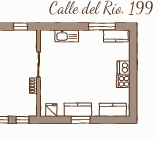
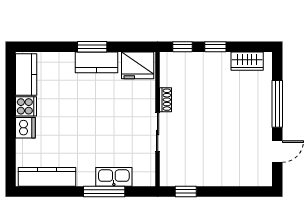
window: (102, 27) -> (104, 192), moved
kitchen counter: (116, 36) -> (47, 177), width x1.50
fridge: (51, 110) -> (138, 65), width x1.88, depth x1.34
kitchen counter: (113, 110) -> (26, 74), moved, turned -90

